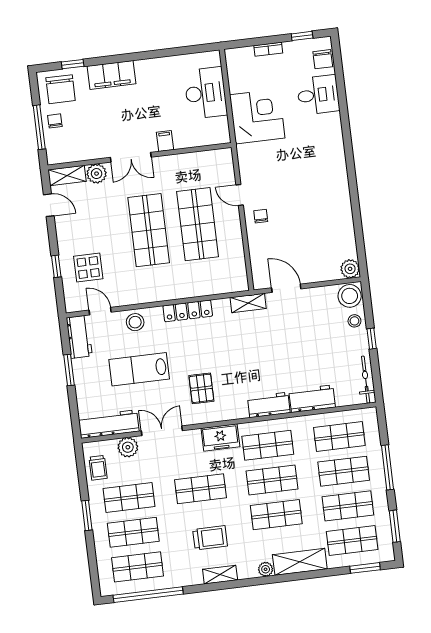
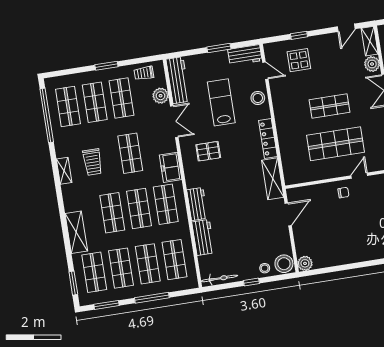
shop shelf: (149, 230) -> (330, 106), width x0.70, depth x0.74
shelving: (248, 303) -> (273, 179), width x1.50, depth x1.33
door: (100, 311) -> (265, 71), hinge flipped
plant: (266, 569) -> (70, 206), removed

